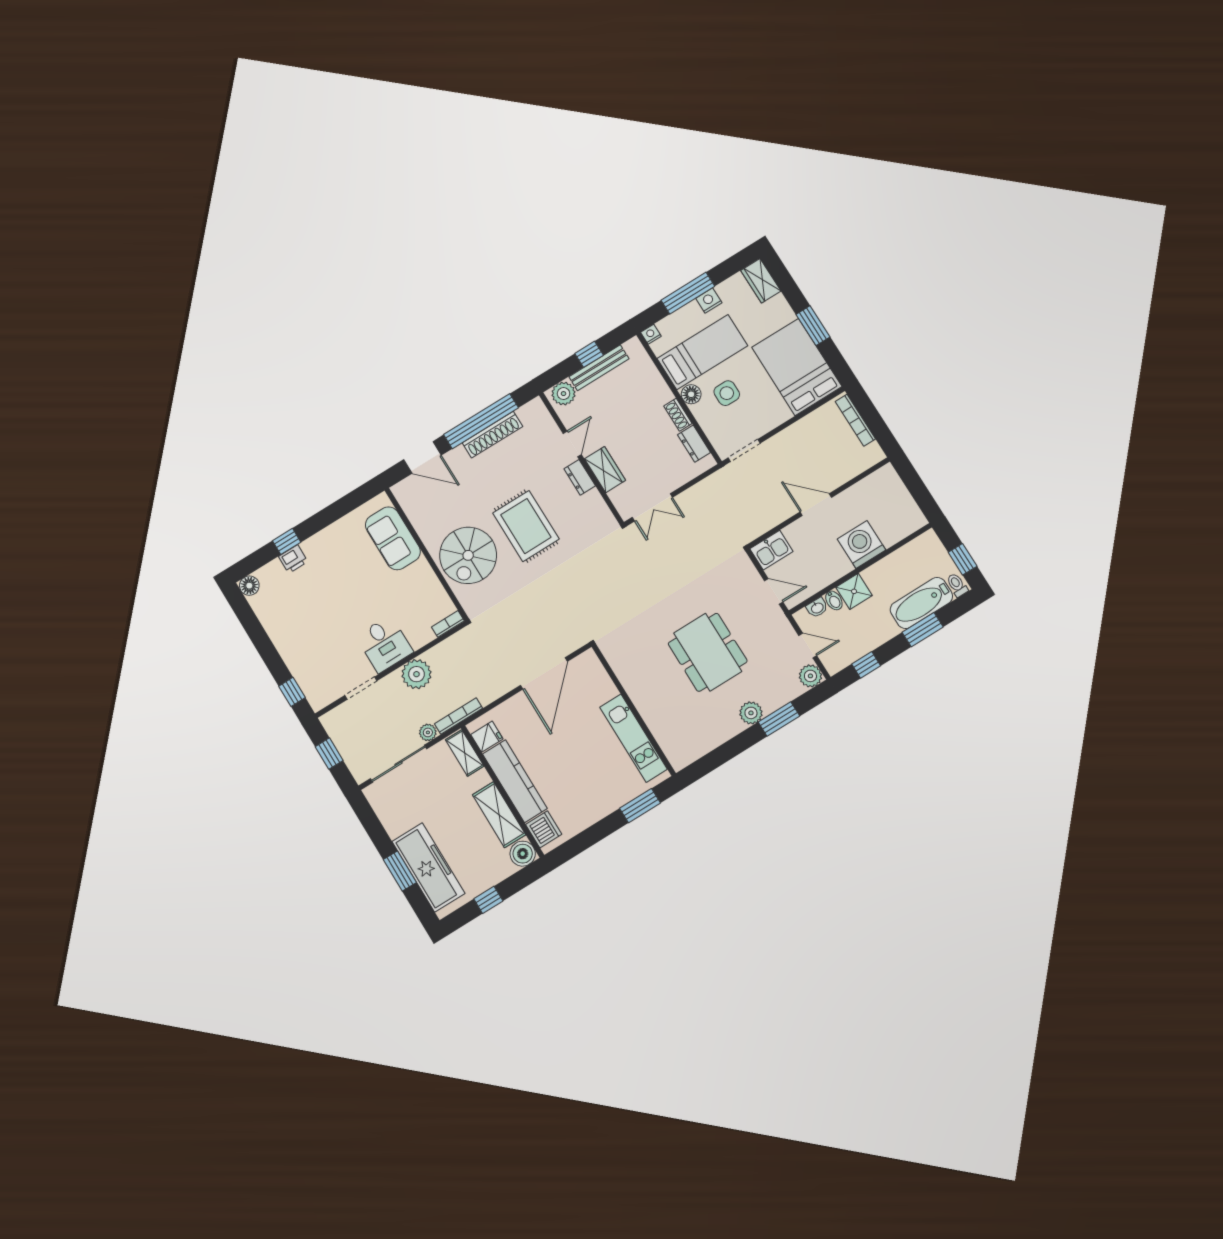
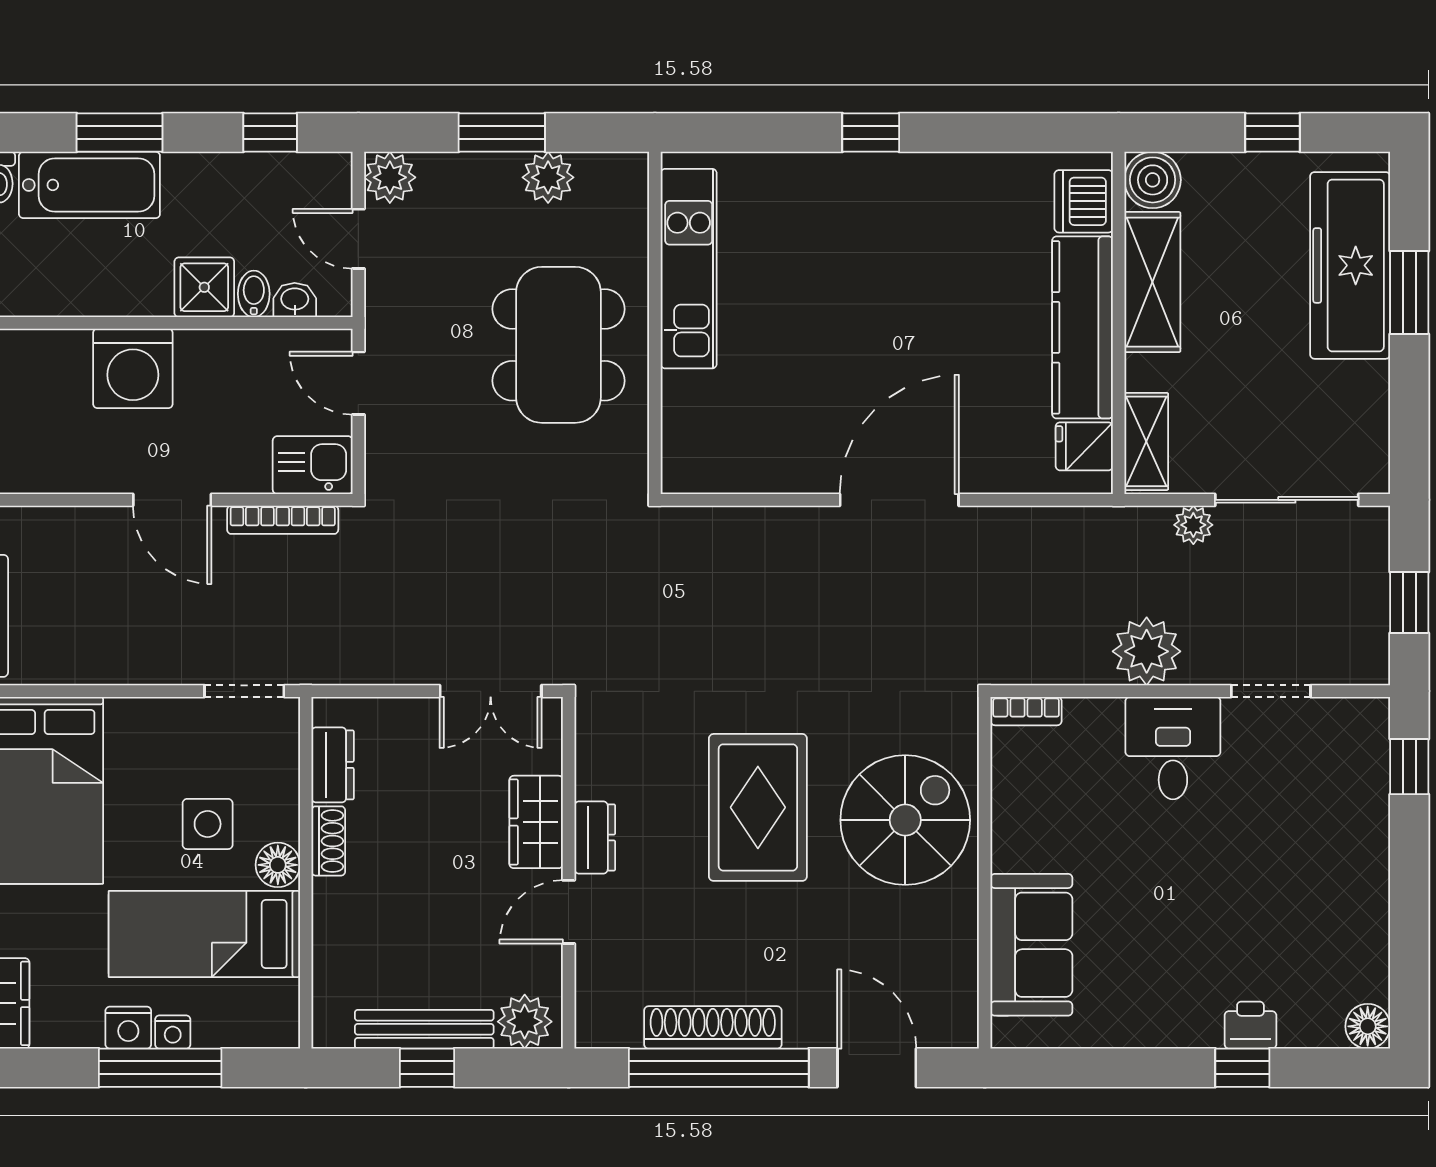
nightstand: (651, 334) -> (173, 1032), moved
double door: (652, 507) -> (491, 691), swing flipped
wall: (634, 710) -> (655, 323), moved
bookcase: (459, 716) -> (283, 520), moved
kitchen unit: (634, 738) -> (689, 269), moved
window: (640, 806) -> (871, 133), width x0.67

